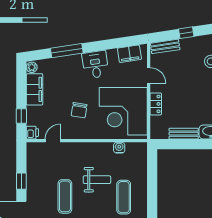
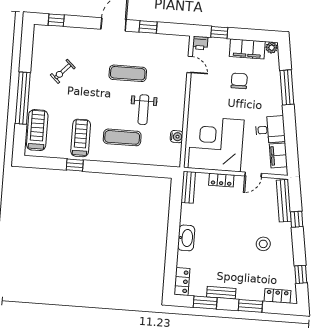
bench: (165, 46) -> (284, 201), width x1.36
desk: (95, 65) -> (270, 130), moved
chair: (79, 110) -> (239, 81), moved, turned 81
bench: (184, 134) -> (188, 187), moved

